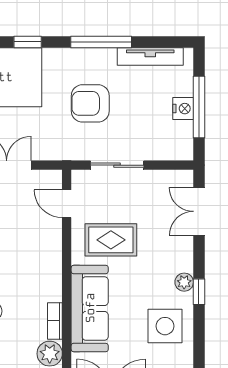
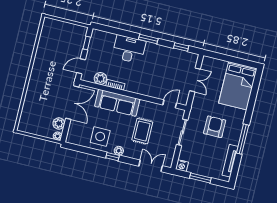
window: (28, 42) -> (251, 104), removed
window: (199, 107) -> (200, 178), width x0.69
nightstand: (183, 109) -> (182, 166), moved
rug: (111, 240) -> (142, 131), moved

